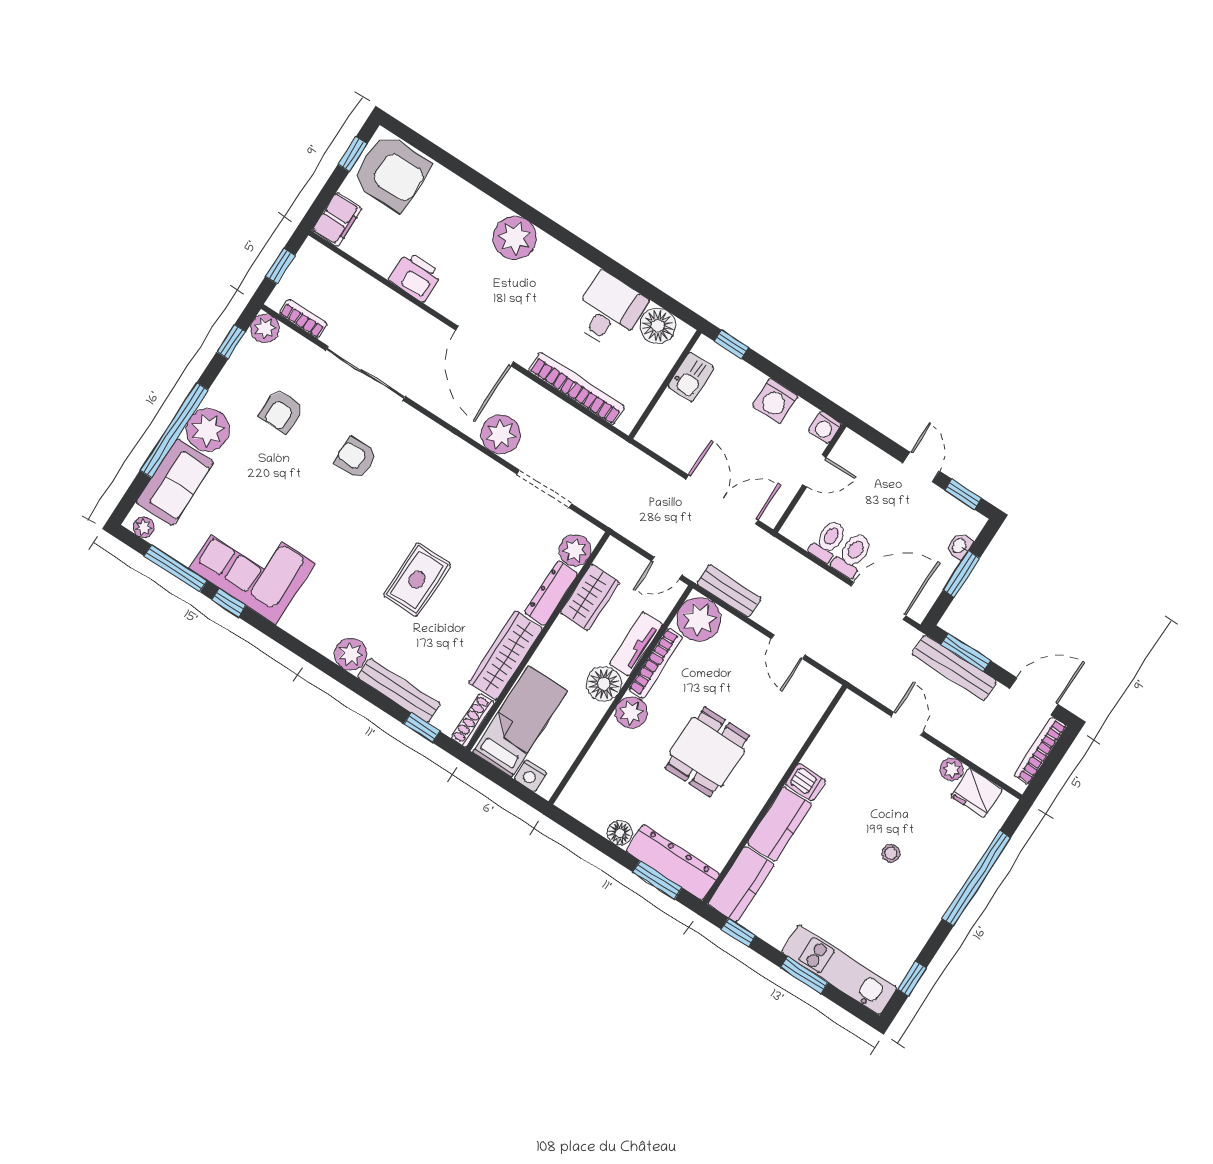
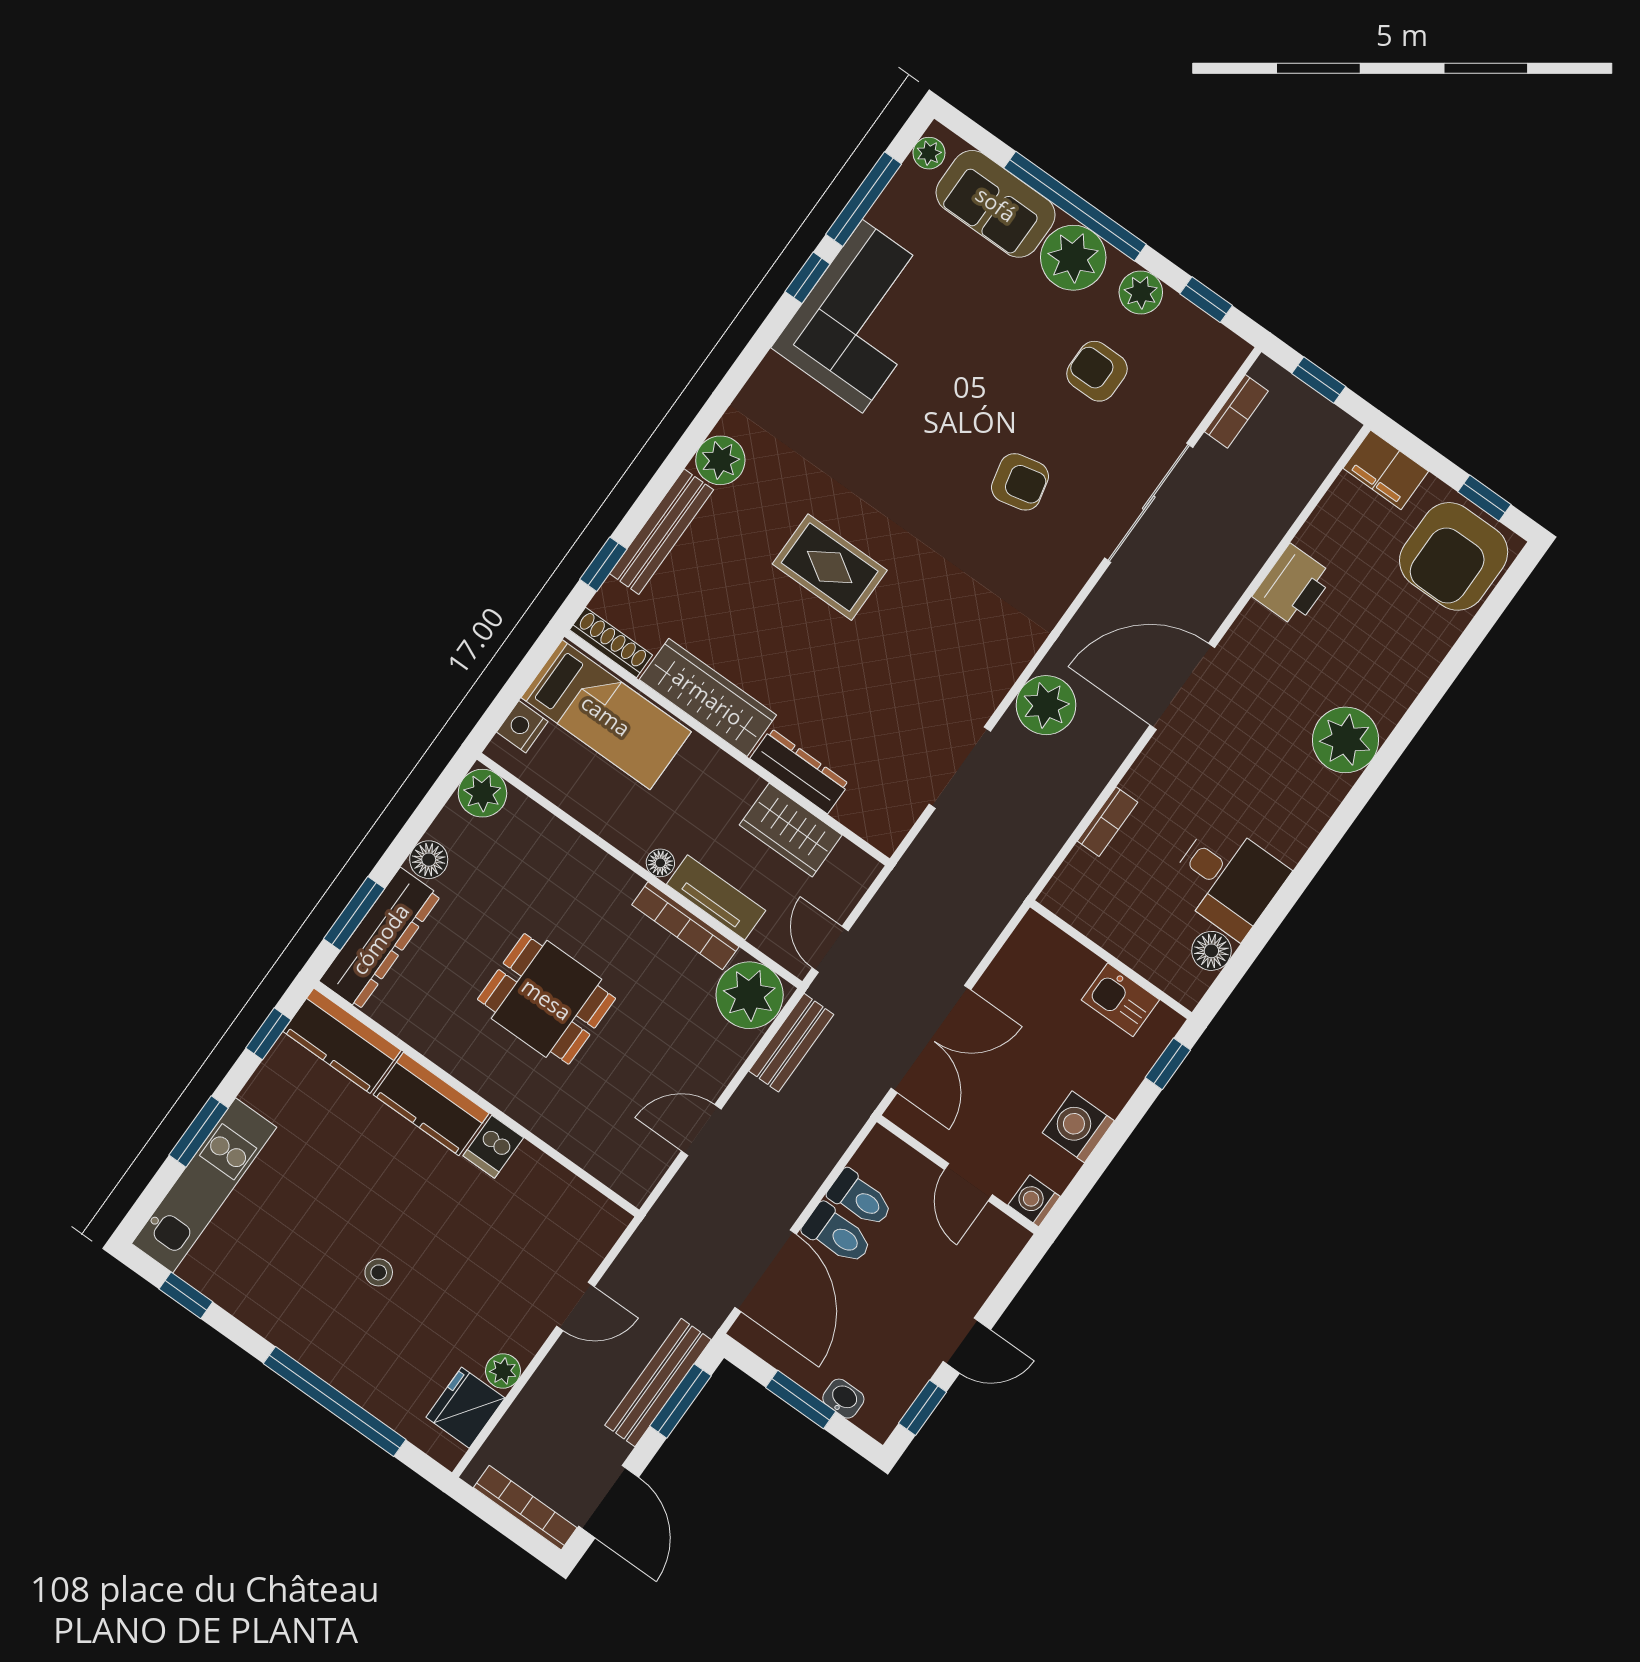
floor lamp: (658, 326) -> (1211, 951), width x0.73, depth x0.73
plant: (265, 328) -> (1141, 292), moved
bookcase: (576, 388) -> (1108, 822), width x0.43, depth x0.76
armchair: (356, 458) -> (1020, 482), turned 77
plant: (575, 550) -> (864, 810), removed
floor lamp: (604, 684) -> (660, 863), width x0.53, depth x0.53
plant: (631, 713) -> (482, 793), moved

